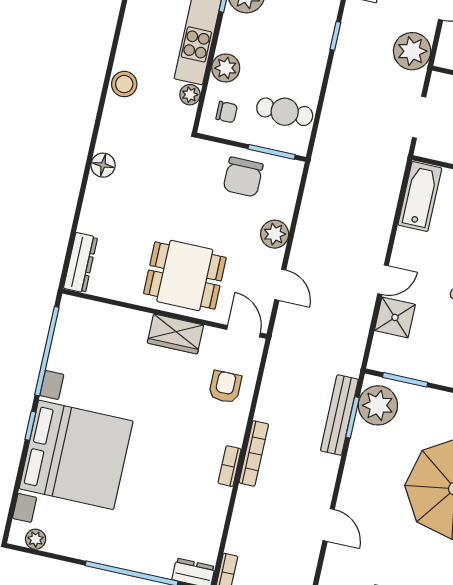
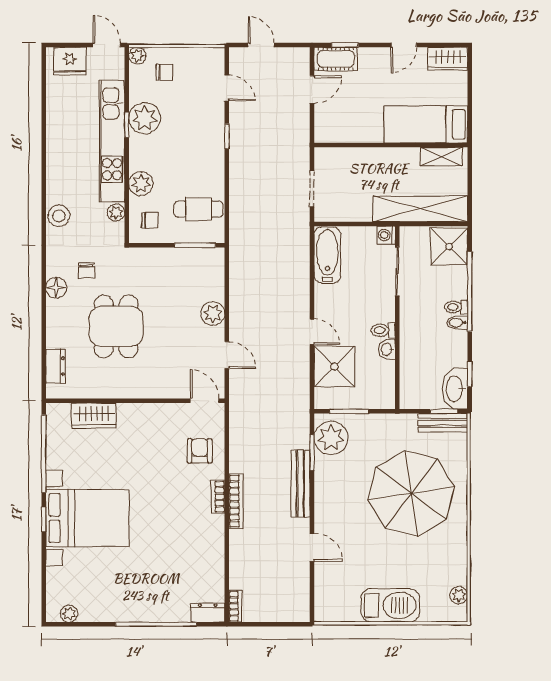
plant: (412, 51) -> (294, 135), removed
chair: (243, 177) -> (87, 271), moved, width x0.54, depth x0.54
dresser: (81, 263) -> (55, 366), width x0.70
dining table: (185, 276) -> (116, 326), moved, turned 90
door: (383, 280) -> (312, 332), hinge flipped
shower: (395, 317) -> (334, 366), width x1.36, depth x1.36
wardrobe: (175, 334) -> (94, 416), moved
bench: (339, 415) -> (301, 484), moved
bed with nightstands: (76, 455) -> (87, 518), width x0.73
bookcase: (230, 466) -> (218, 497), moved

